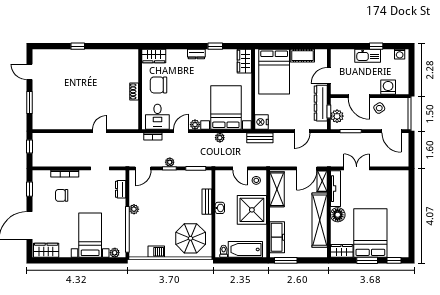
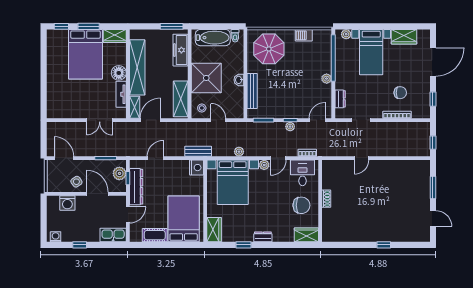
kitchen sink: (368, 56) -> (113, 235), moved
tv unit: (335, 189) -> (121, 94), width x0.71
bench: (207, 202) -> (252, 91), width x1.36
wardrobe: (46, 250) -> (404, 37), moved

